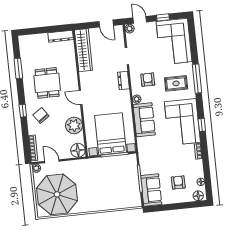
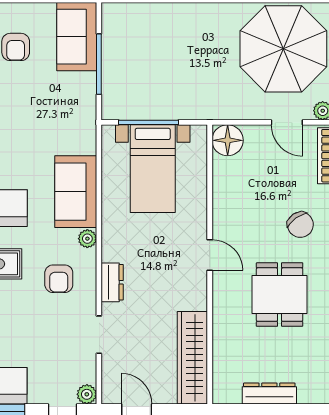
dresser: (61, 36) -> (269, 393), moved
plant: (74, 125) -> (230, 195), removed
bed with nightstands: (110, 134) -> (153, 169), width x0.73

